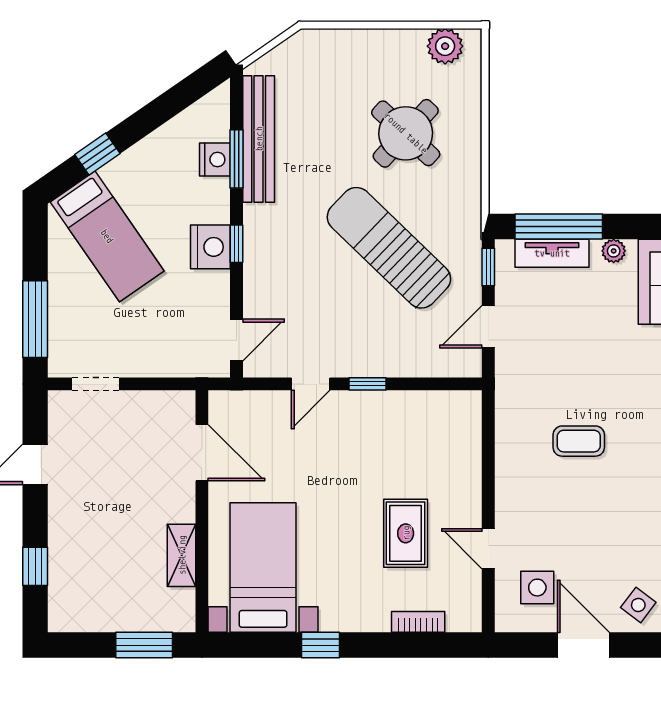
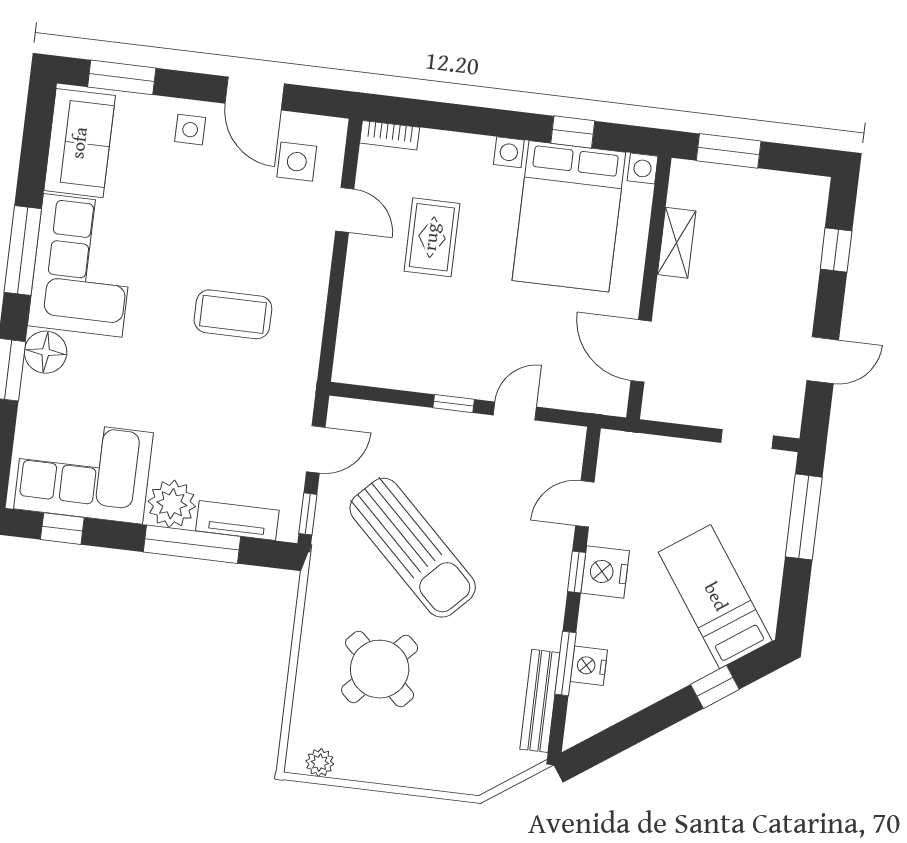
plant: (445, 46) -> (320, 763), width x0.73, depth x0.73
bench: (259, 139) -> (540, 701), width x0.73, depth x0.82
window: (559, 227) -> (192, 544), moved
plant: (614, 251) -> (172, 504), width x1.88, depth x1.88
door: (237, 340) -> (585, 504), moved
coffee table: (579, 441) -> (233, 314), width x1.36, depth x1.30
bed with nightstands: (263, 568) -> (569, 216), width x1.36
side table: (638, 605) -> (190, 130), turned -37
bookcase: (418, 622) -> (390, 135), moved
window: (320, 645) -> (573, 132), moved

